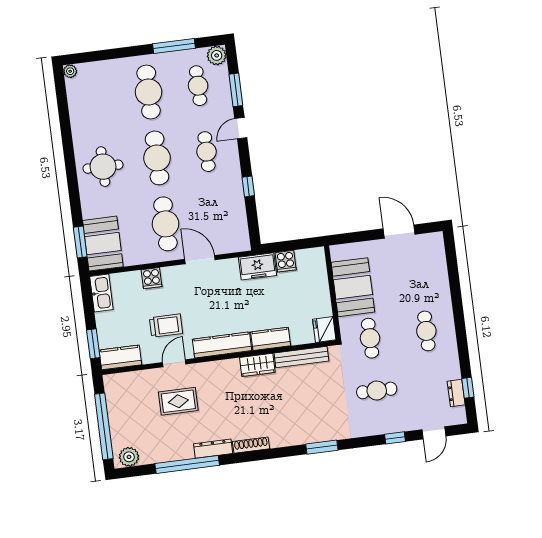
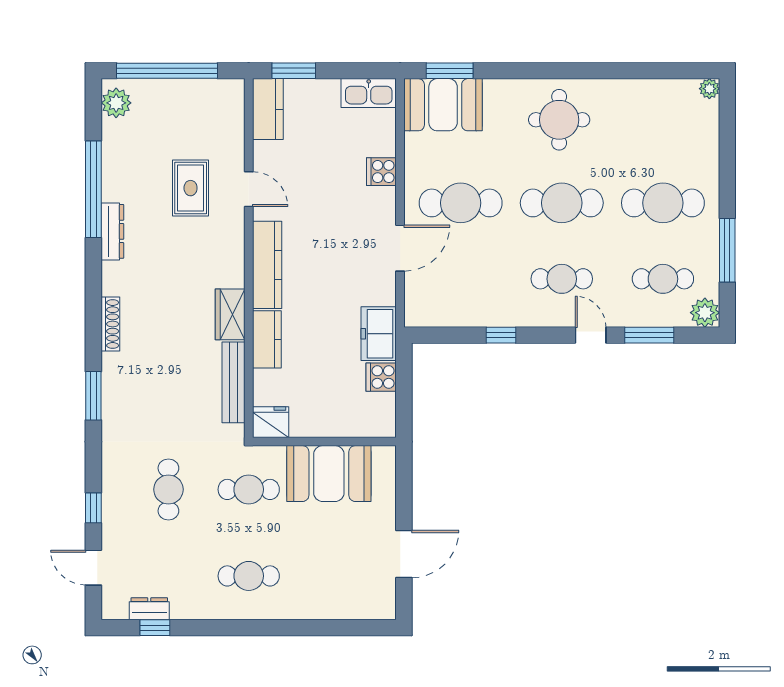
trolley: (166, 326) -> (307, 184), removed
shoe rack: (251, 445) -> (110, 324), moved

